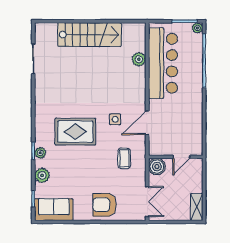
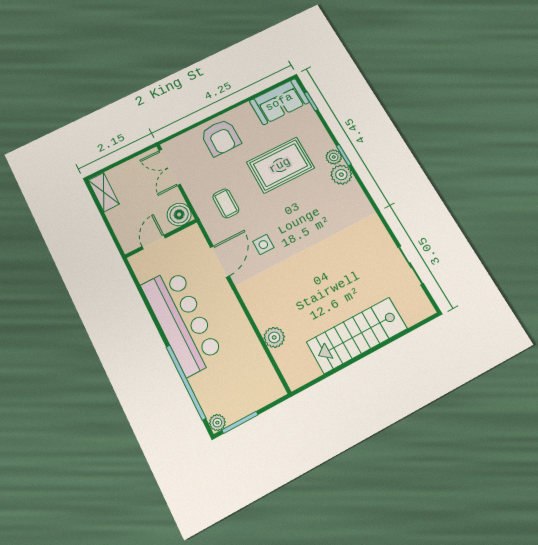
bar counter: (163, 63) -> (182, 321), moved, turned 180
rug: (75, 132) -> (280, 165), moved
plant: (42, 175) -> (341, 175), moved
armchair: (105, 205) -> (221, 137), turned 90

